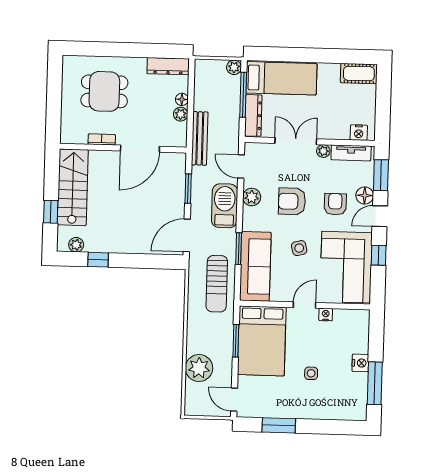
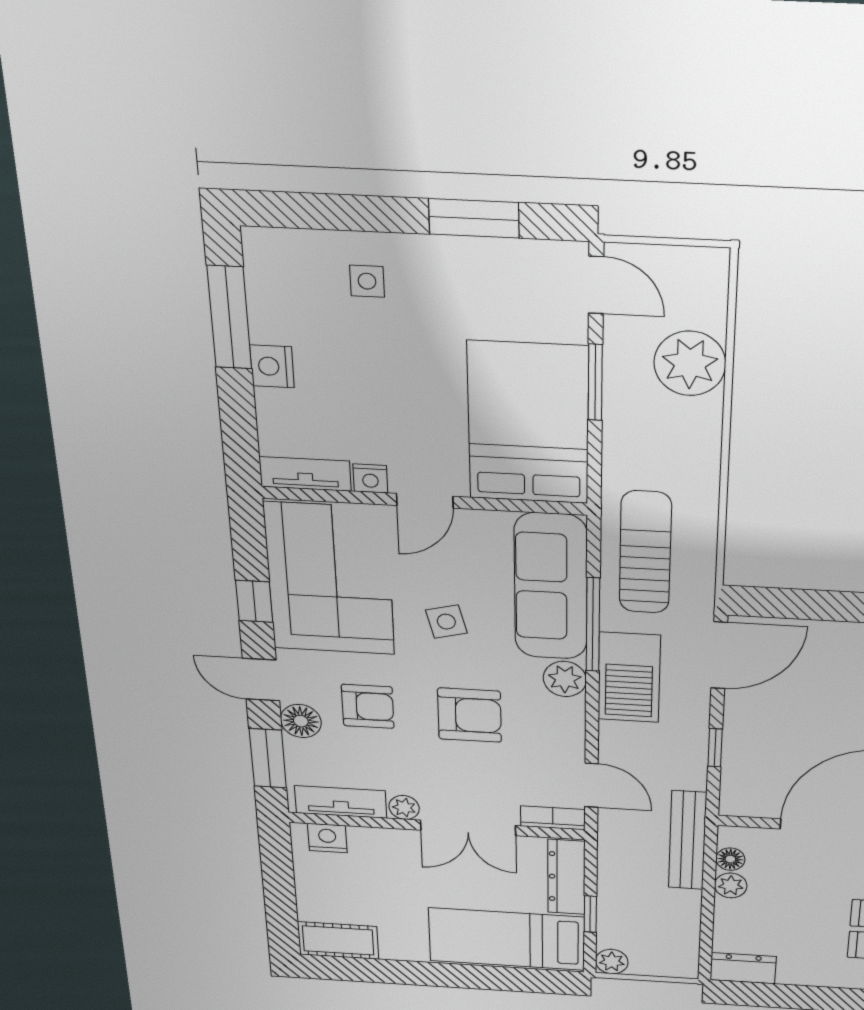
dresser: (168, 66) -> (743, 968), width x0.70
window: (243, 95) -> (590, 914), width x0.46
floor lamp: (182, 99) -> (730, 859), moved
bookcase: (258, 148) -> (553, 818), added
window: (188, 189) -> (715, 748), width x0.67
plant: (252, 197) -> (565, 679), moved
armchair: (335, 204) -> (368, 706), turned -90
barbecue: (225, 206) -> (629, 677), moved
door: (380, 216) -> (261, 680), swing flipped
window: (239, 249) -> (593, 625), width x1.44
tv unit: (352, 316) -> (305, 474), added
window: (236, 341) -> (595, 382), moved
side table: (311, 373) -> (367, 281), moved

